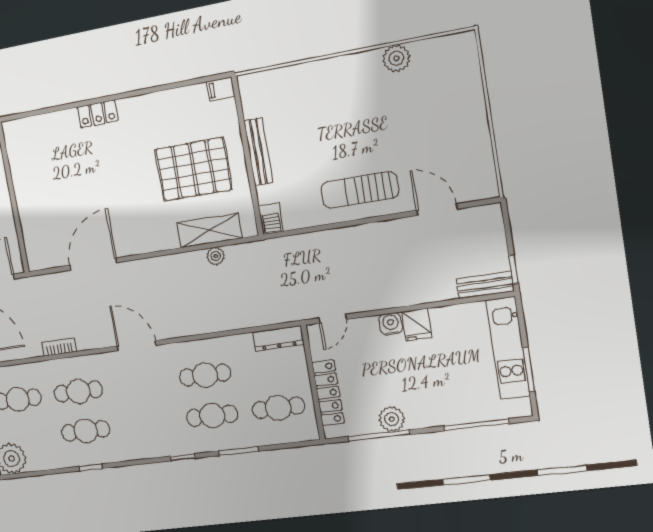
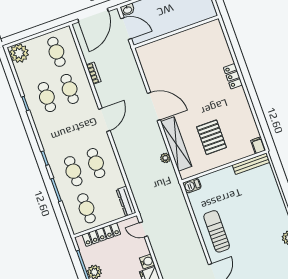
bench: (258, 152) -> (251, 164), moved
pallet: (194, 169) -> (211, 137), width x0.73, depth x0.71
shelving: (209, 230) -> (176, 144), width x1.47
door: (93, 264) -> (154, 107), moved

